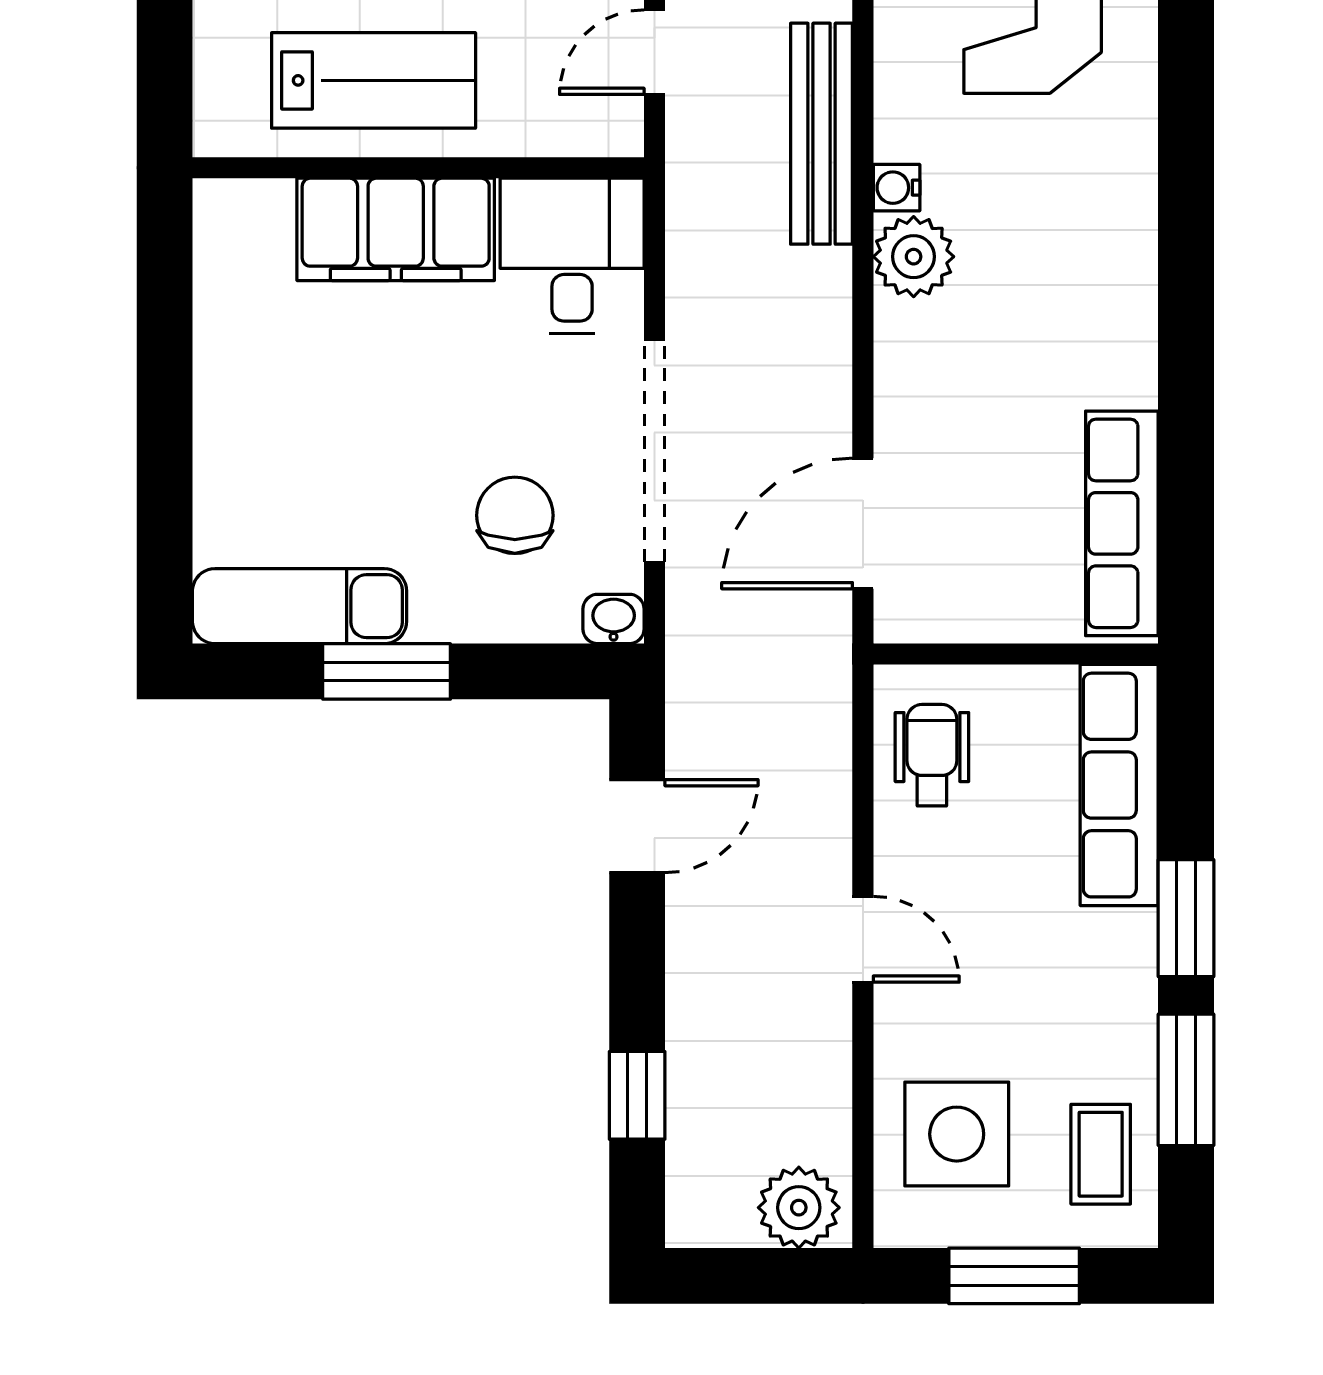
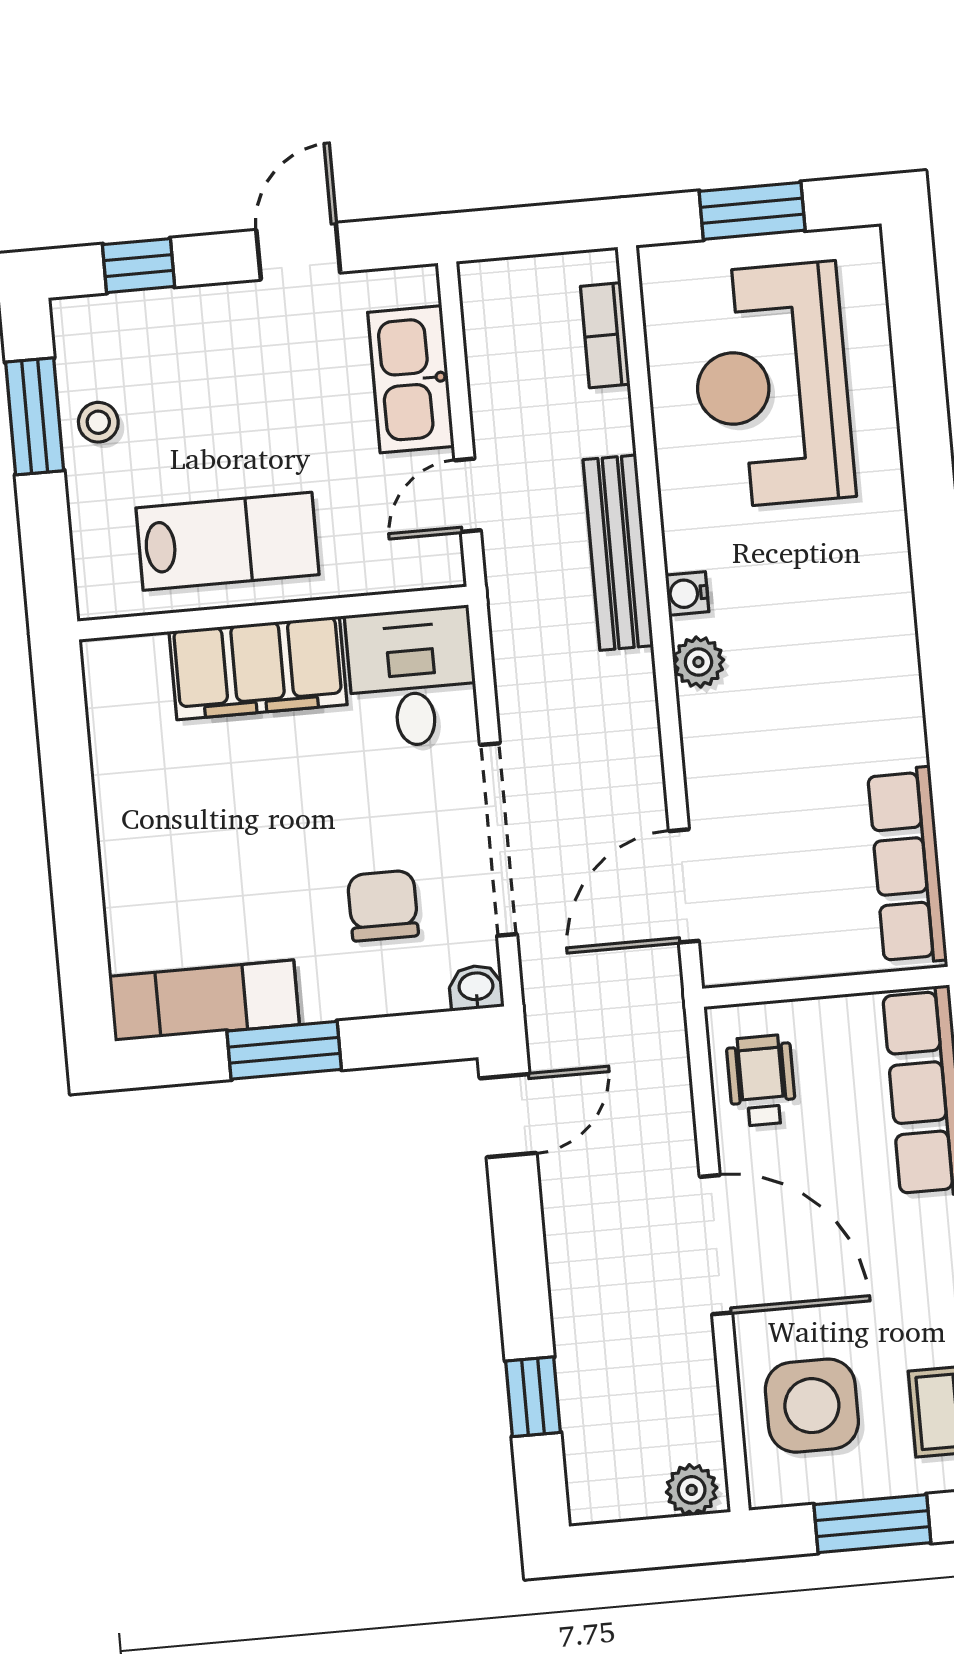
plant: (914, 257) -> (698, 662), width x0.73, depth x0.73
door: (637, 826) -> (508, 1116), moved
door: (863, 939) -> (716, 1245), width x1.87
plant: (799, 1208) -> (692, 1490), width x0.73, depth x0.73

